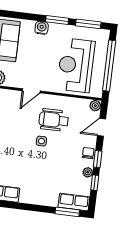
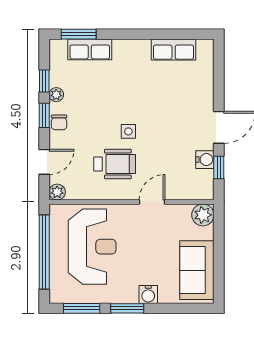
row of seats: (74, 202) -> (90, 49), moved

